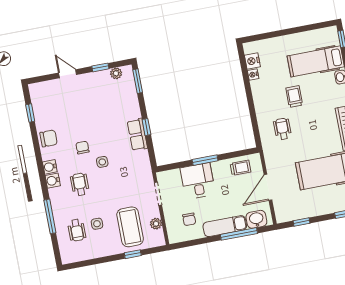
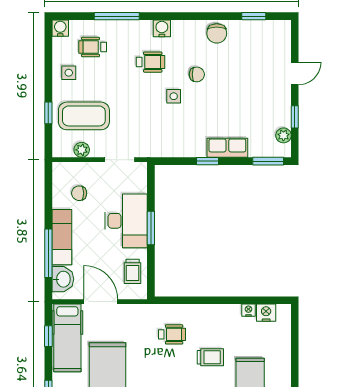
row of seats: (137, 135) -> (227, 148), moved
water cooler: (50, 167) -> (60, 28), moved
desk: (198, 181) -> (126, 221), width x1.37
hospital bed: (300, 207) -> (67, 338), added
side table: (97, 224) -> (69, 73), moved

